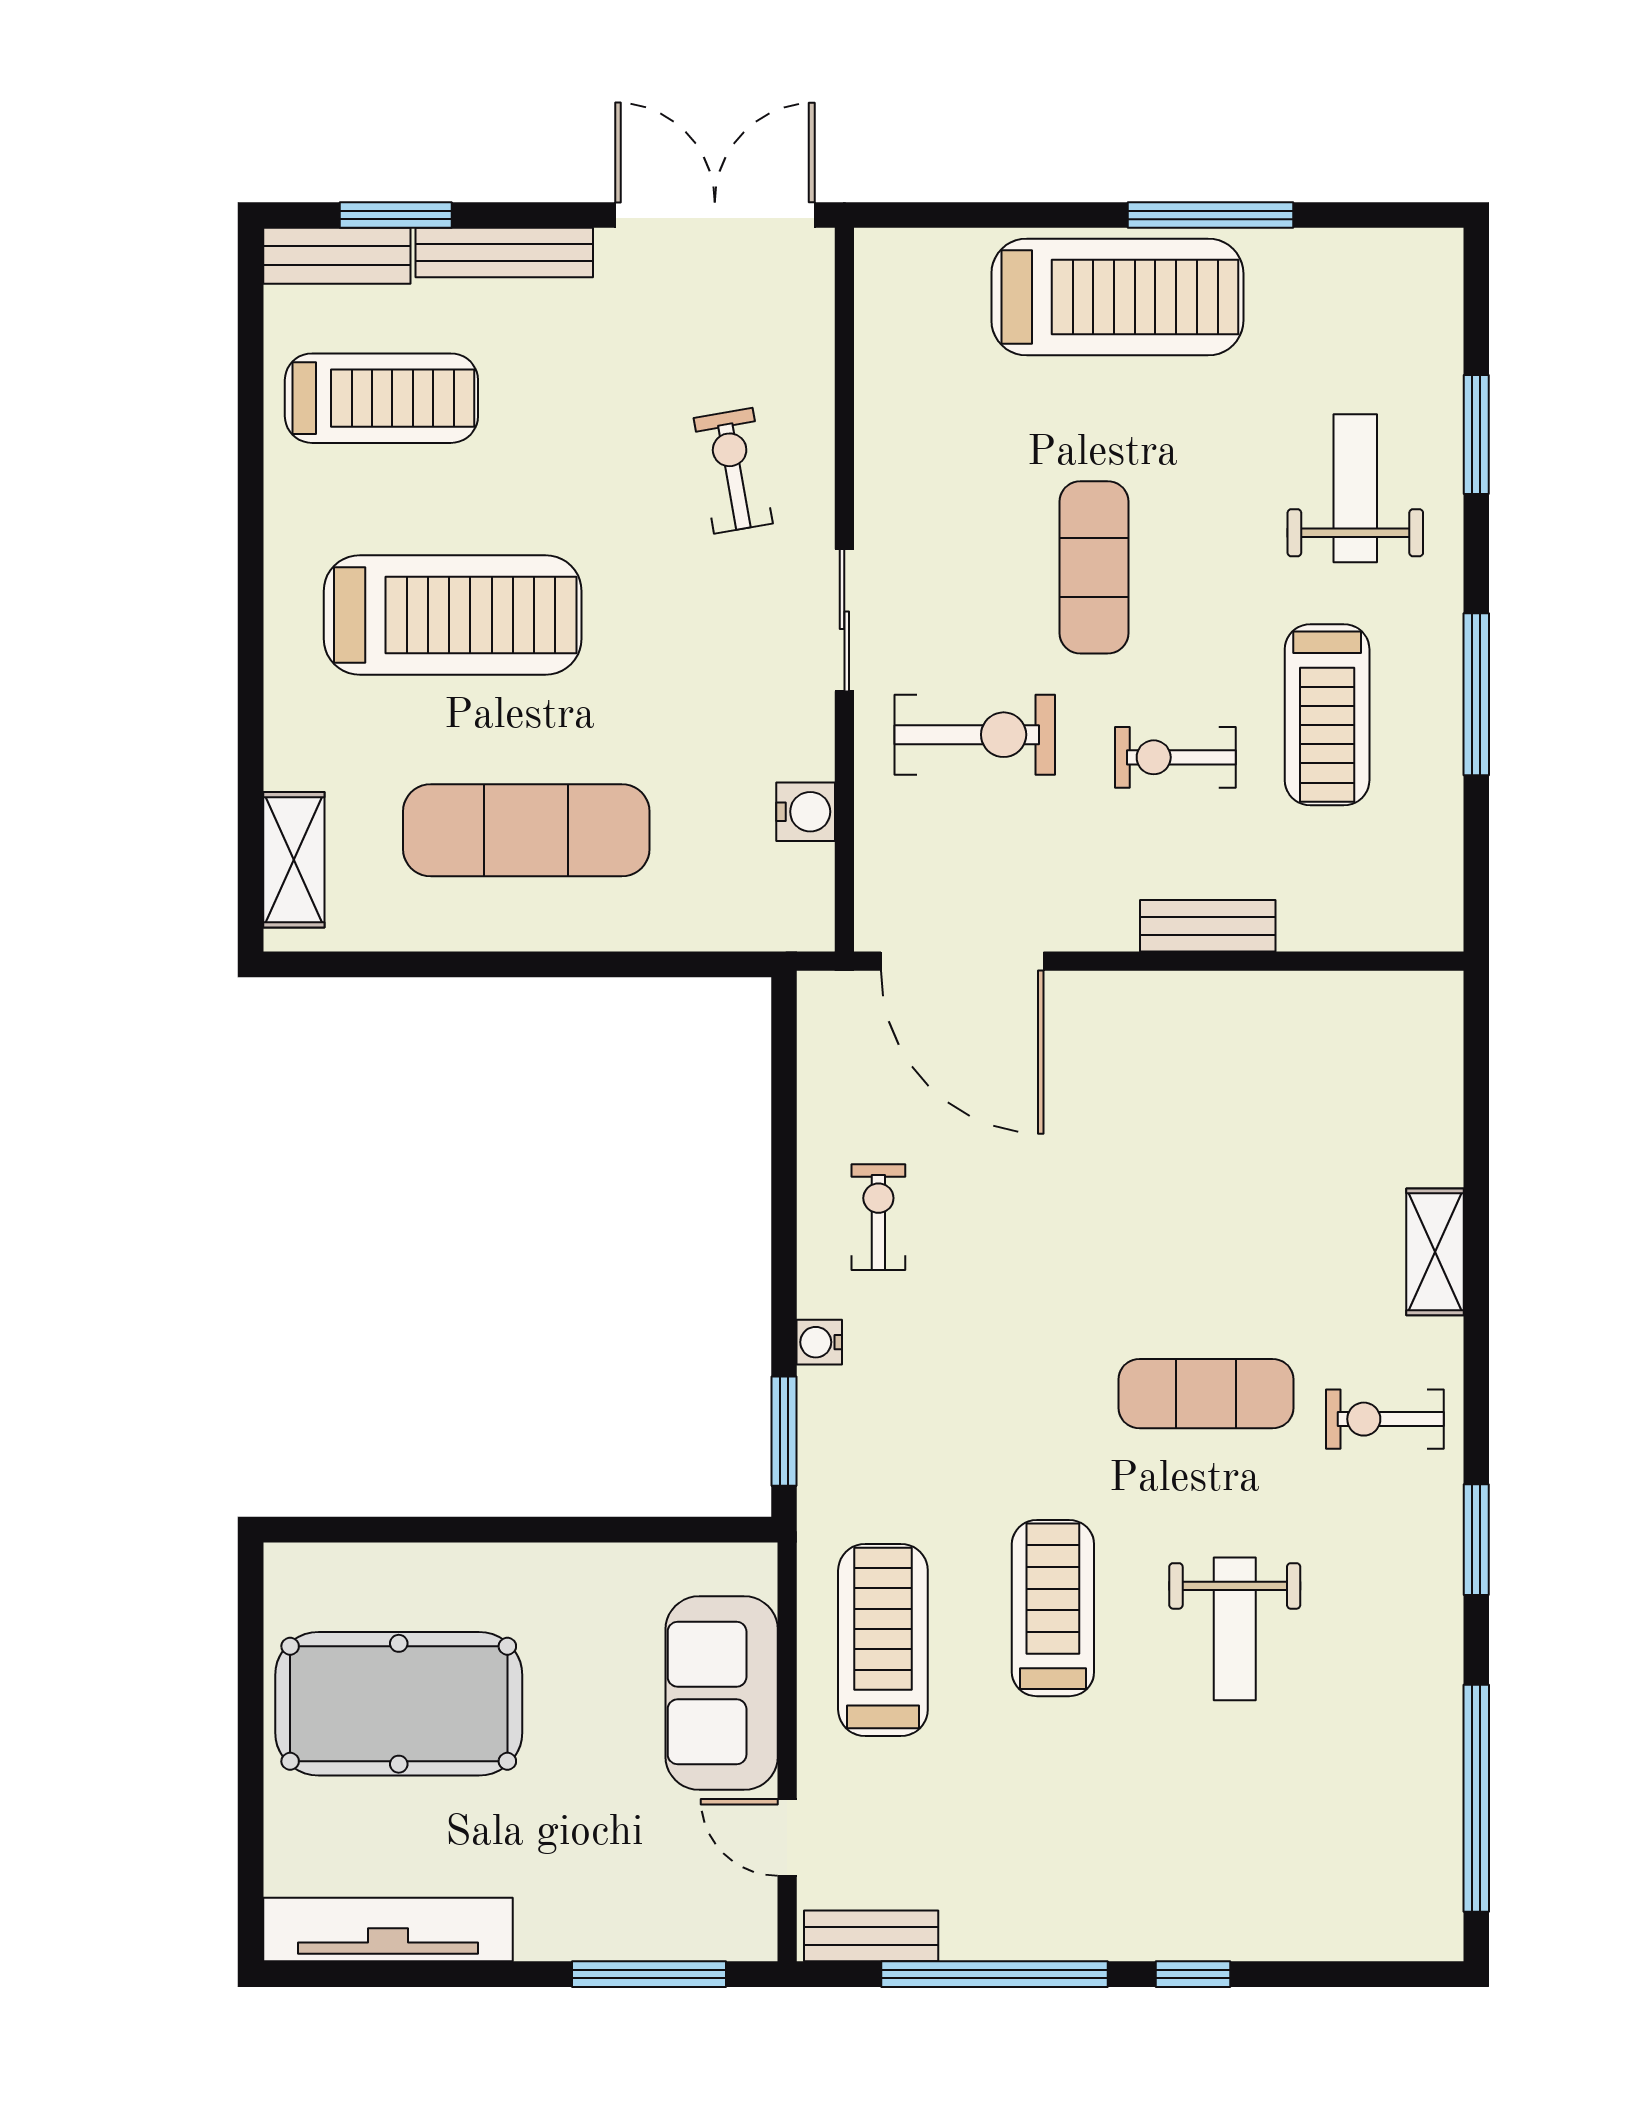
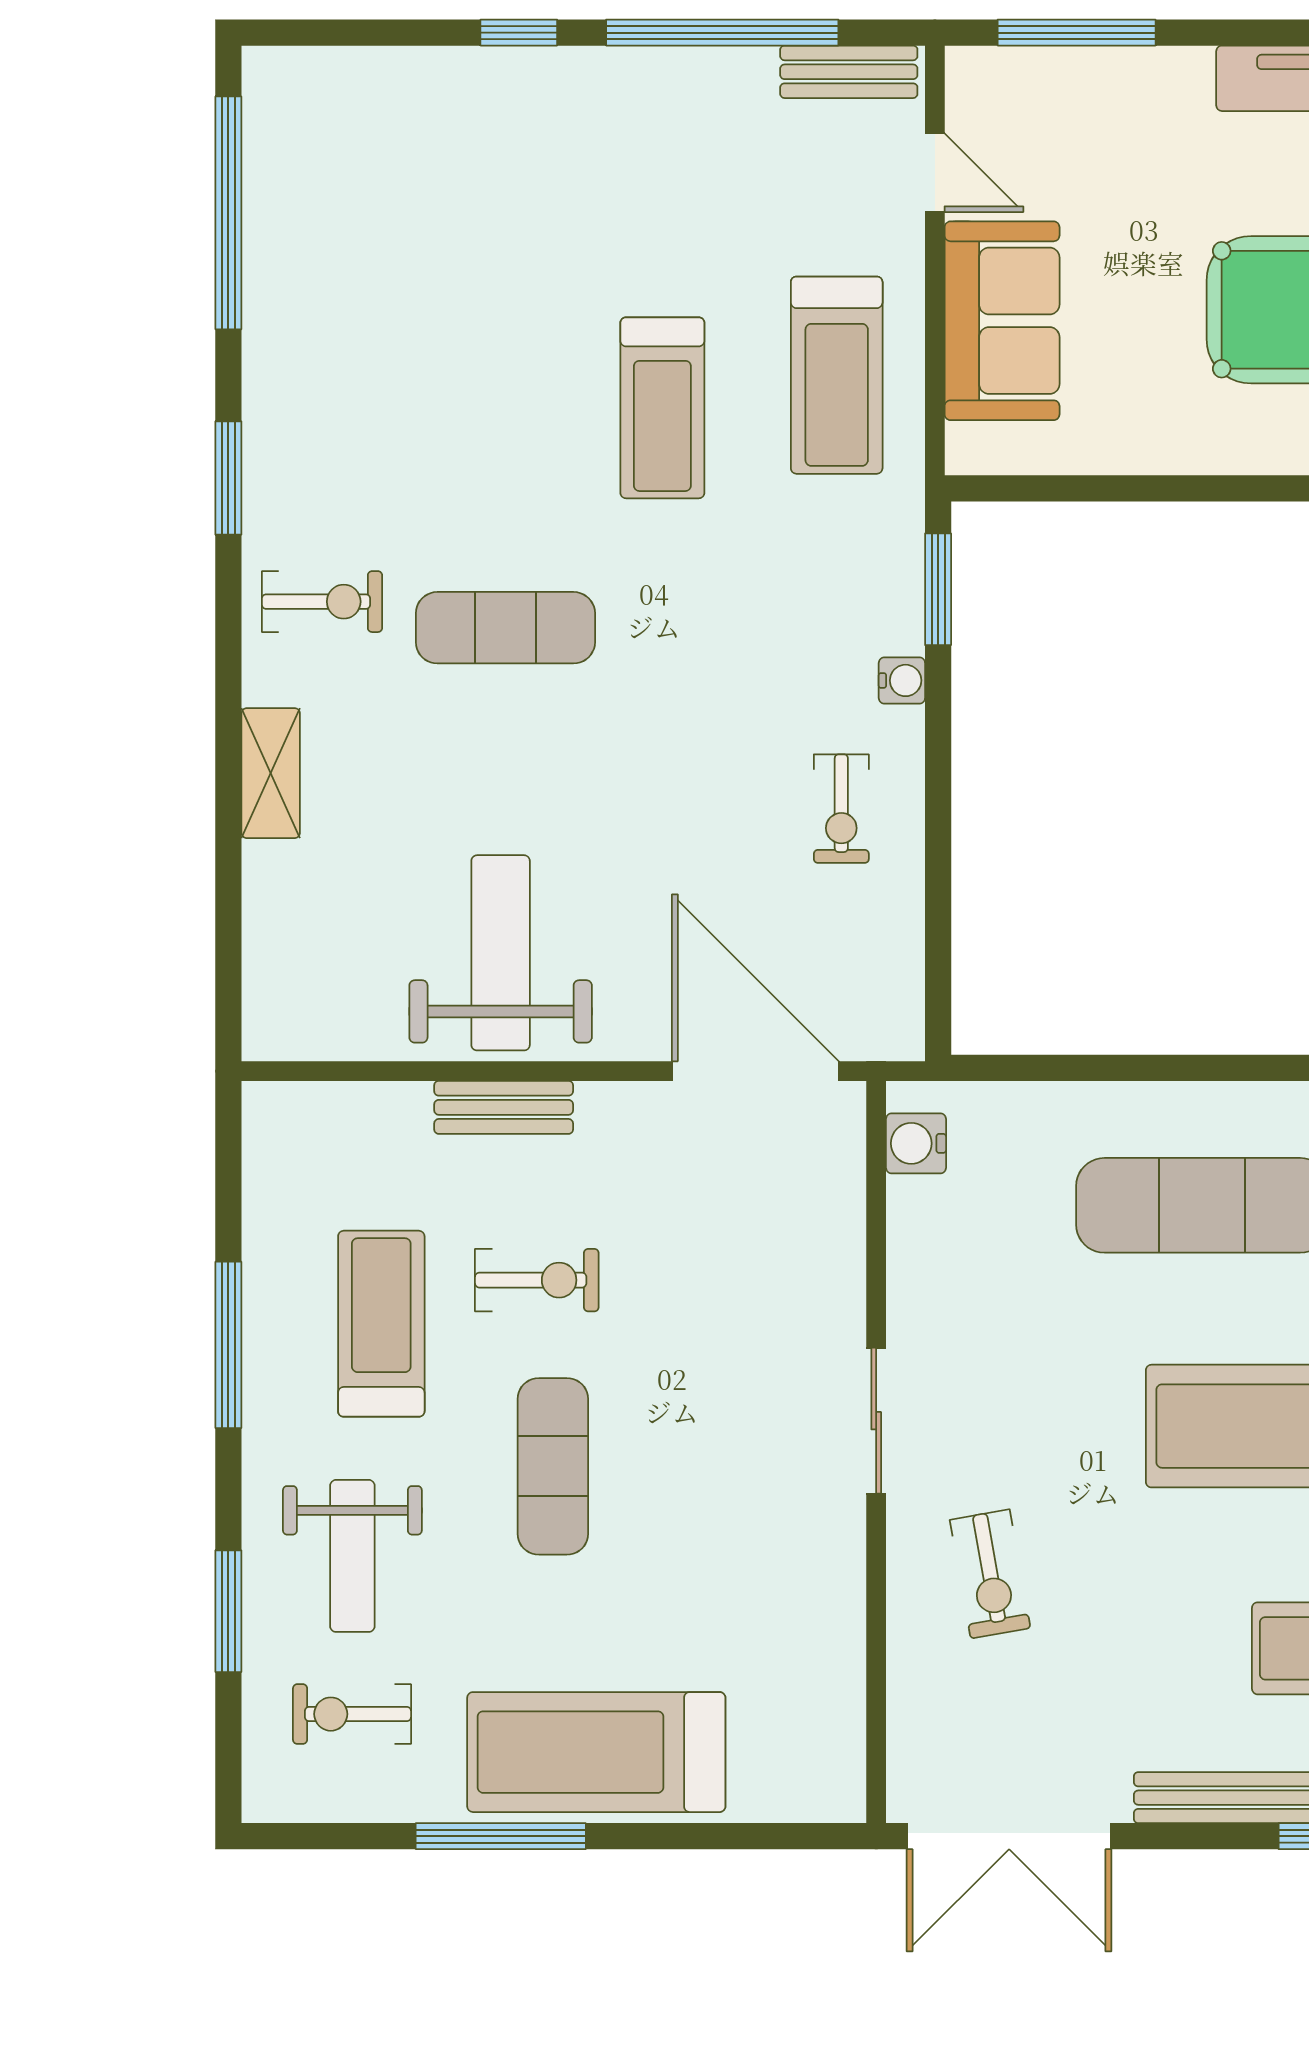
exercise mat: (1094, 567) -> (553, 1466), moved
exercise bike: (975, 735) -> (352, 1714), moved, width x0.73, depth x0.72
water cooler: (806, 812) -> (916, 1143), moved
weight bench: (1235, 1629) -> (501, 953), moved, width x1.36, depth x1.33

